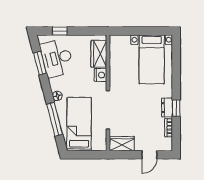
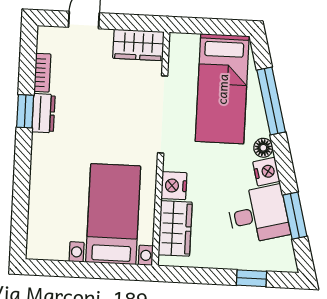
desk: (57, 58) -> (258, 215), width x0.73
bed with nightstands: (152, 59) -> (113, 214), moved
nightstand: (55, 84) -> (266, 172), added

